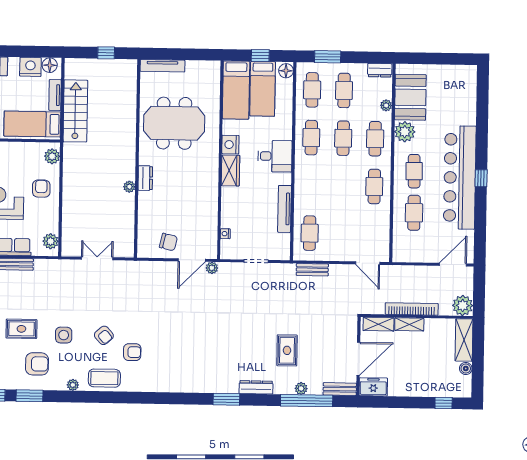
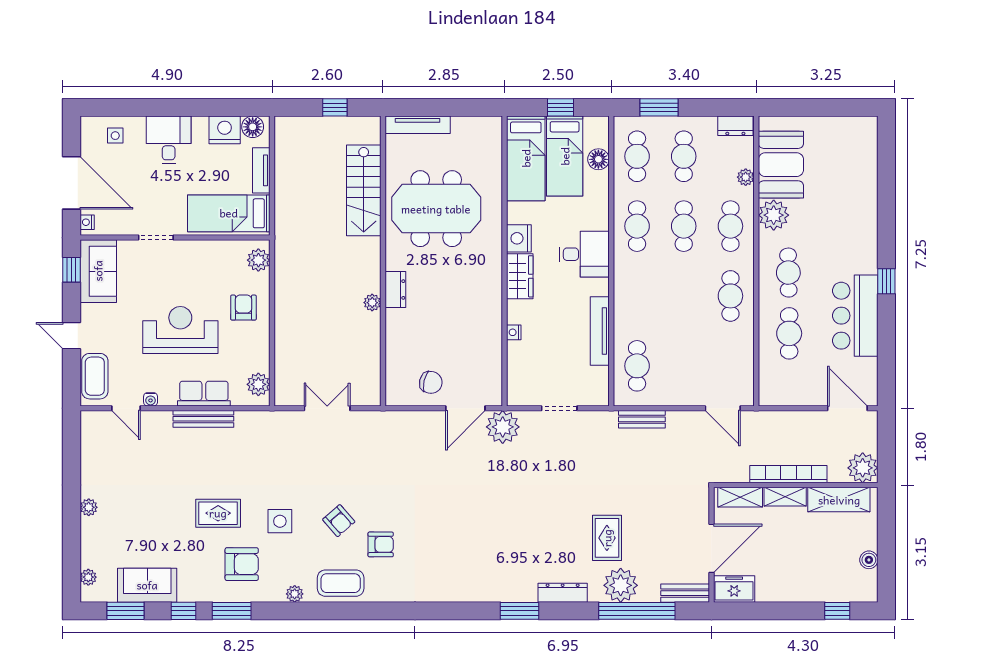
floor lamp: (286, 71) -> (598, 159), moved
stairs: (75, 111) -> (364, 190), moved, turned 180
bar counter: (460, 178) -> (855, 316), width x0.54
nightstand: (225, 234) -> (514, 332), moved
door: (453, 265) -> (847, 408), hinge flipped
plant: (212, 268) -> (503, 427), width x1.88, depth x1.88
shelving: (464, 340) -> (839, 500), moved, turned 90
plant: (301, 388) -> (621, 585), width x1.87, depth x1.87

